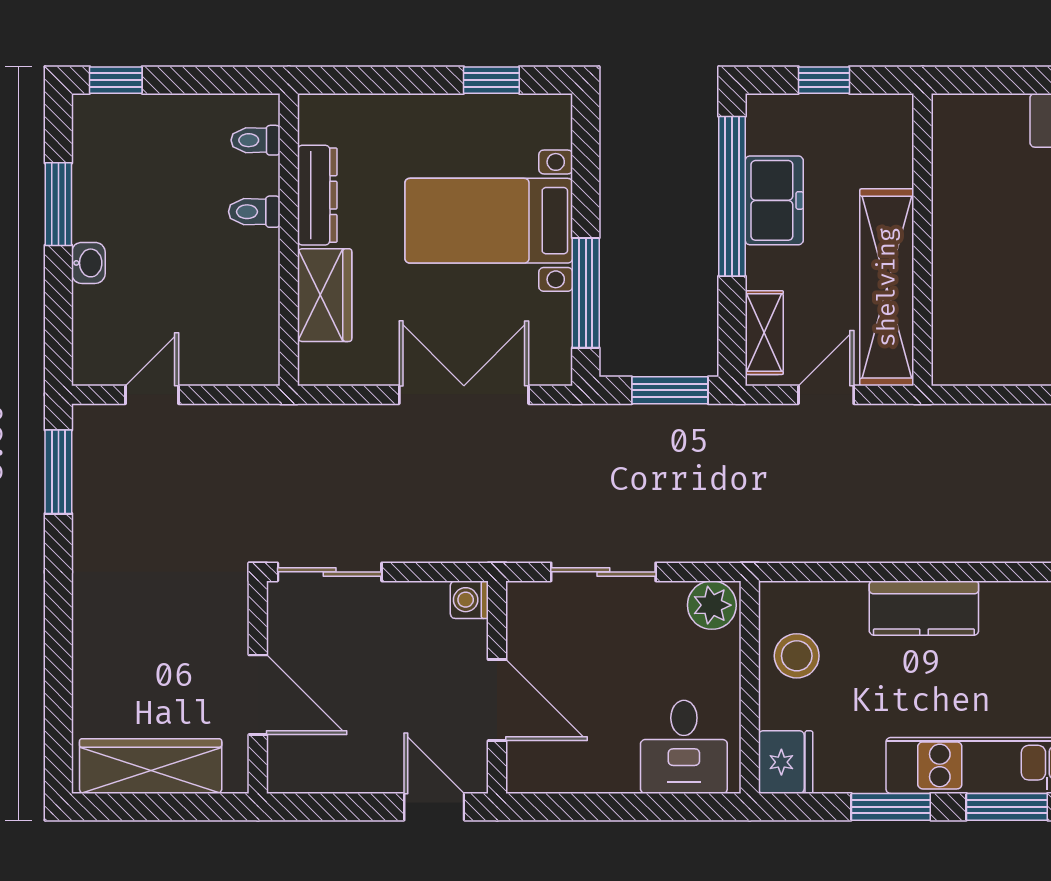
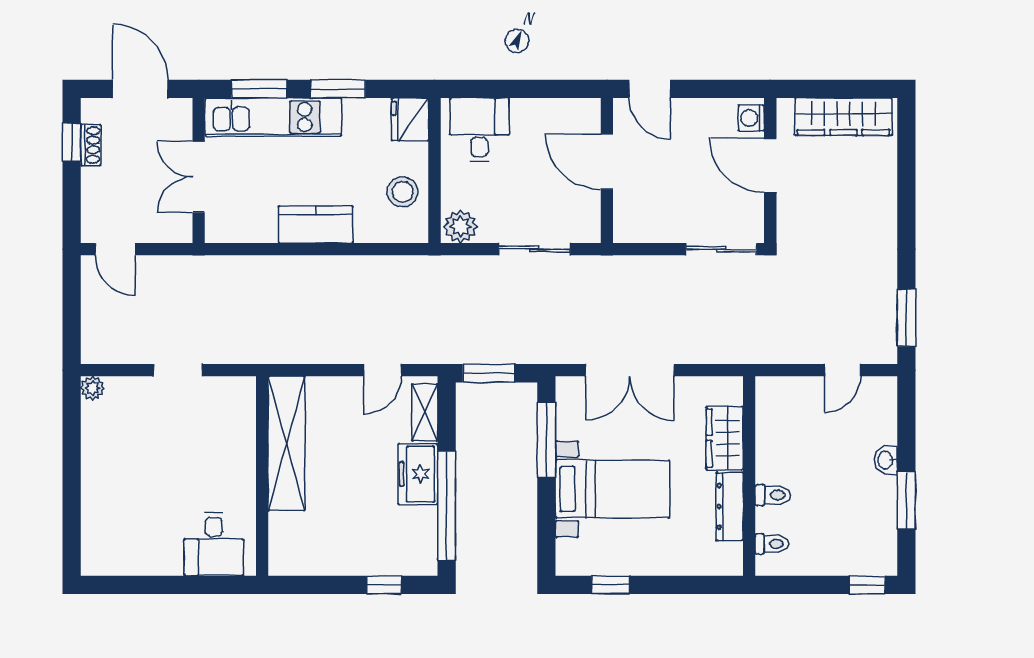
freezer: (774, 200) -> (418, 474), moved
wall: (923, 240) -> (262, 476), moved
shelving: (887, 287) -> (287, 444), moved
washing machine: (469, 600) -> (751, 118), moved, turned 180

